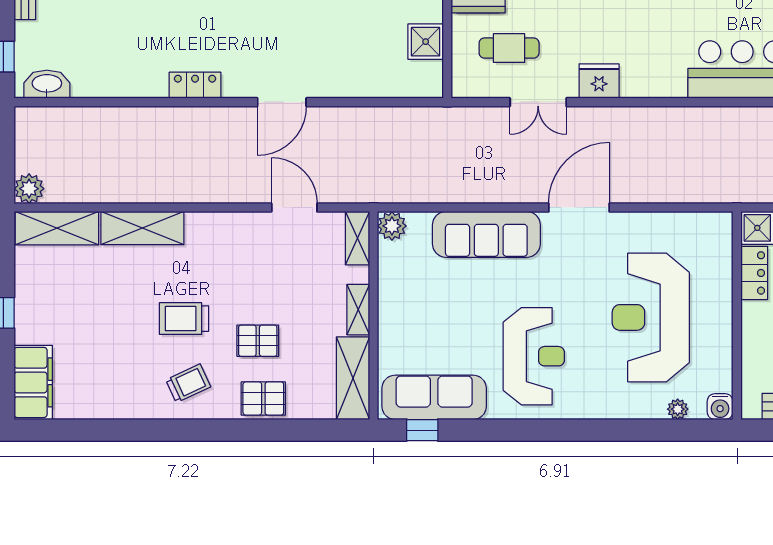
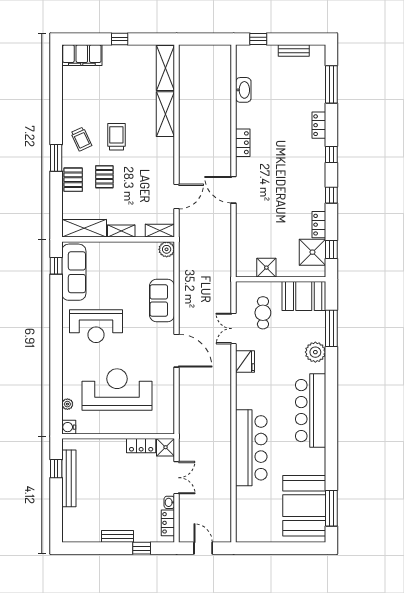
washbasin: (47, 84) -> (243, 90), moved
plant: (29, 189) -> (187, 53), removed
sofa: (486, 234) -> (162, 300), width x0.73
window: (223, 430) -> (56, 158), added

